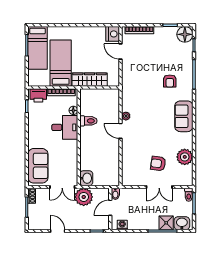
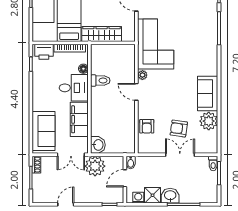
armchair: (170, 81) -> (147, 126), moved
corner sofa: (138, 88) -> (156, 44), added
sofa: (184, 116) -> (208, 94), moved
filing cabinet: (70, 155) -> (79, 119), added
double door: (159, 187) -> (180, 155), swing flipped
shower: (166, 223) -> (153, 195), moved
washbasin: (182, 223) -> (170, 196), moved
door: (58, 231) -> (66, 204), hinge flipped

